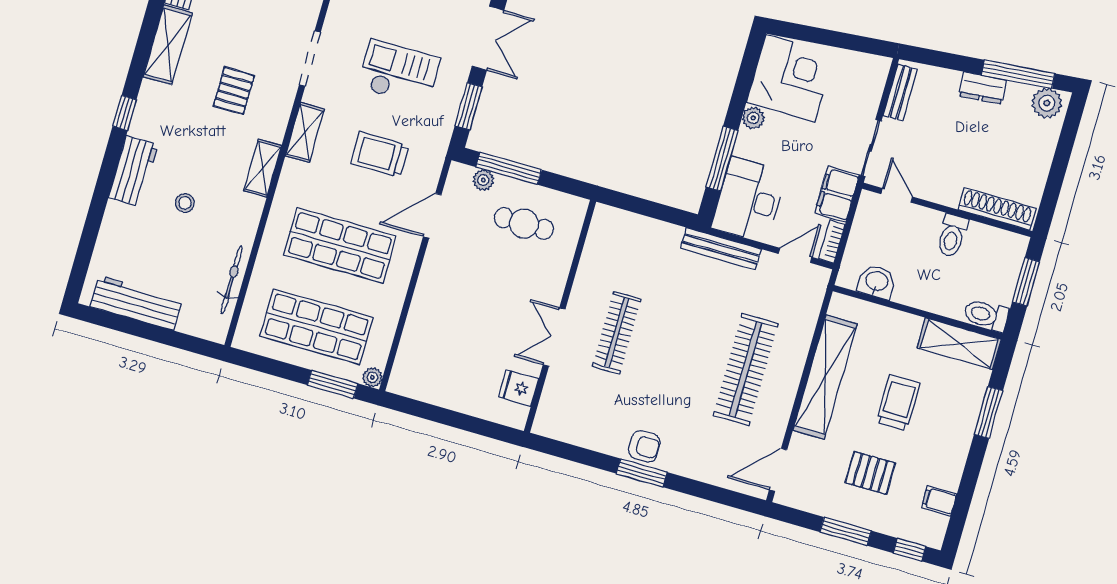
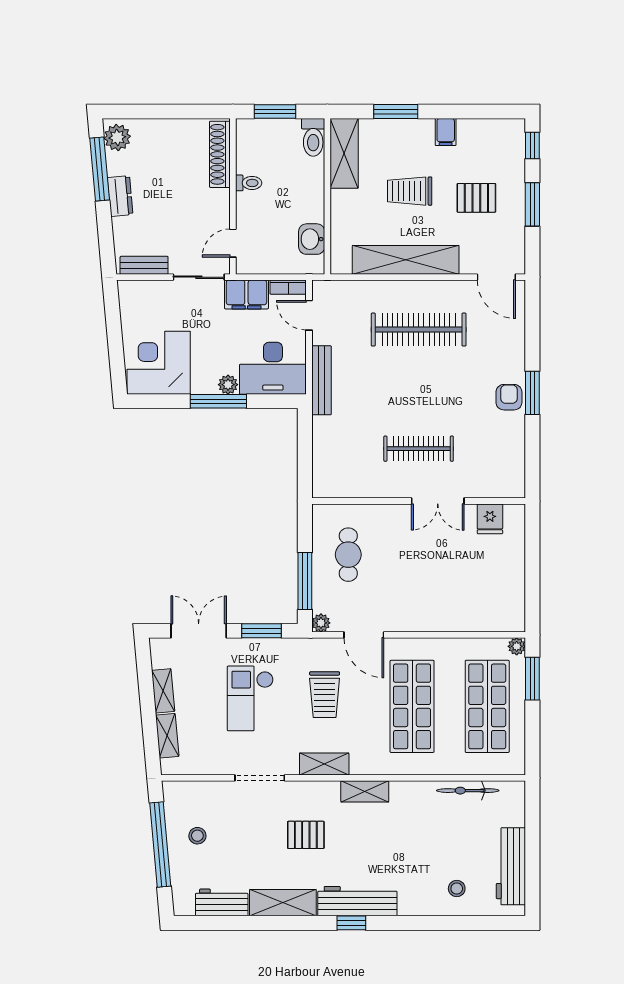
plant: (753, 118) -> (228, 385), moved
window: (722, 159) -> (218, 401), moved
workbench: (133, 171) -> (357, 901), moved, width x1.38
plant: (483, 180) -> (321, 623), moved
stool: (185, 203) -> (457, 889), moved
toilet: (952, 236) -> (249, 183), width x0.73, depth x0.72
pallet: (870, 473) -> (476, 198), turned 90
filing cabinet: (939, 501) -> (446, 132), moved

